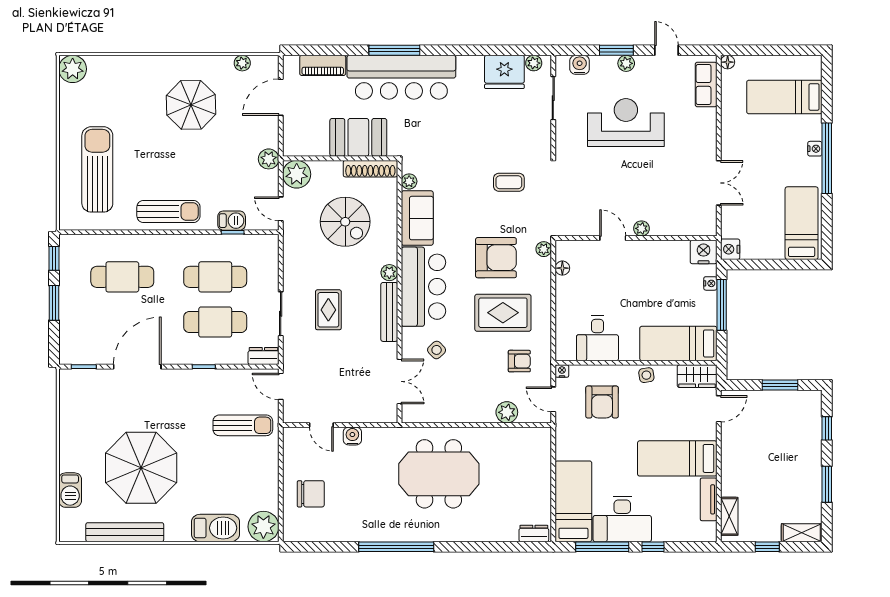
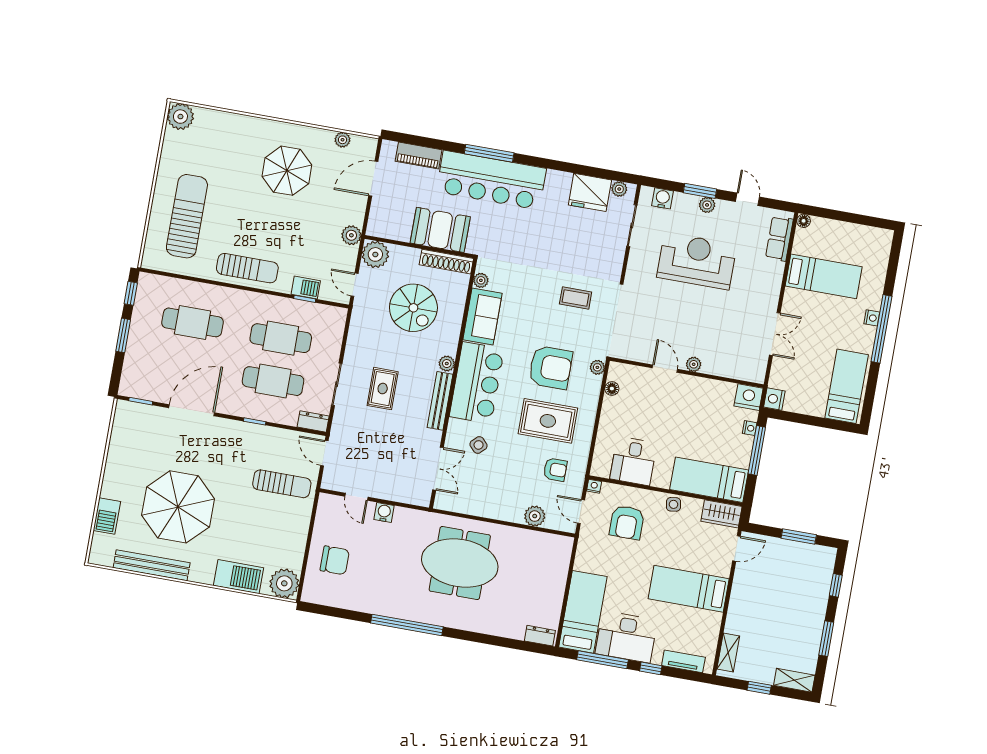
bed: (784, 97) -> (824, 276), moved, turned 180
tv unit: (709, 499) -> (683, 661), moved, turned 90

